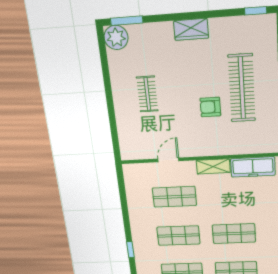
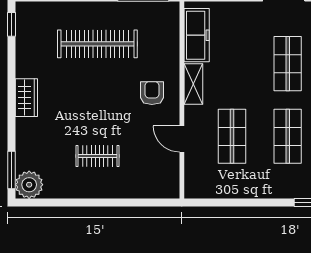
armchair: (210, 107) -> (152, 93), moved, turned 180

